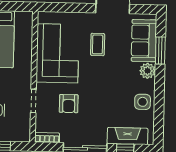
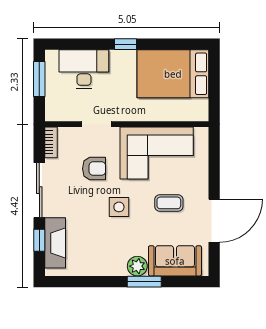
window: (160, 51) -> (144, 282), moved
side table: (143, 102) -> (119, 207), moved
armchair: (69, 104) -> (94, 169), turned 180

